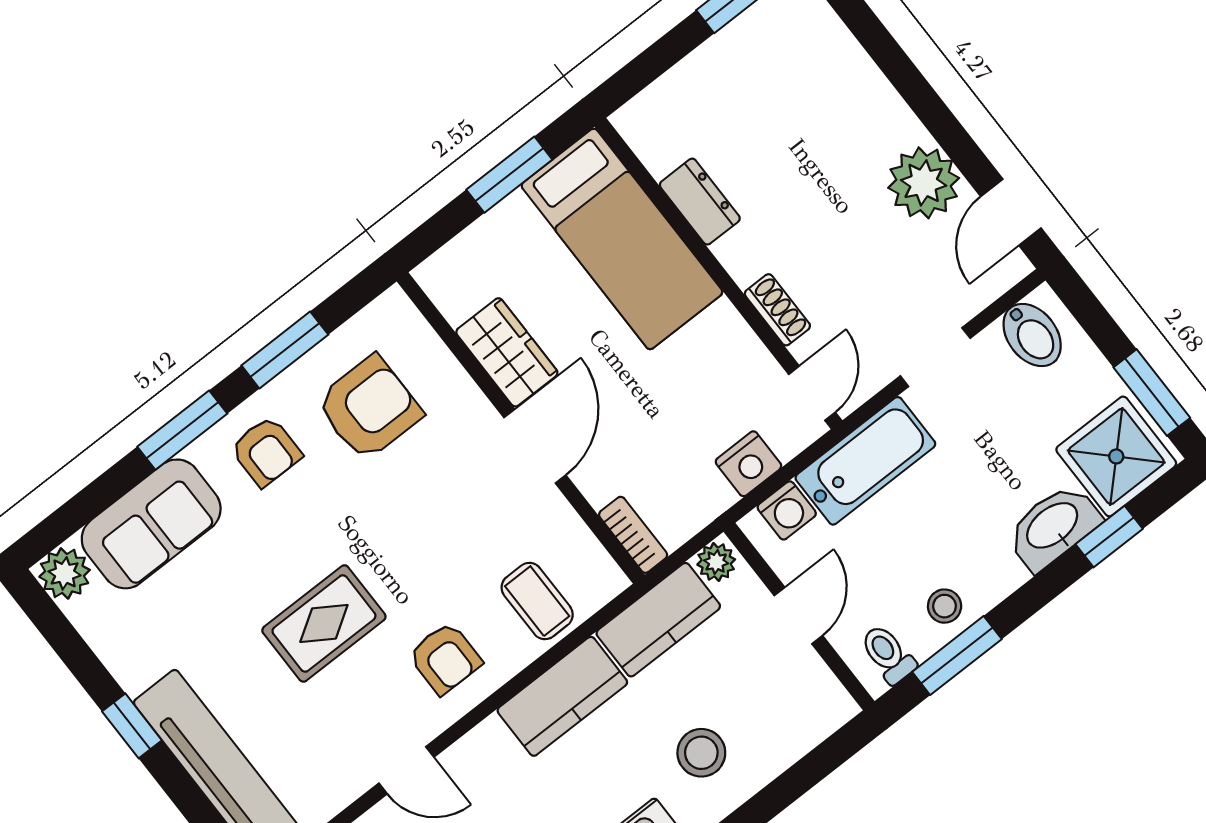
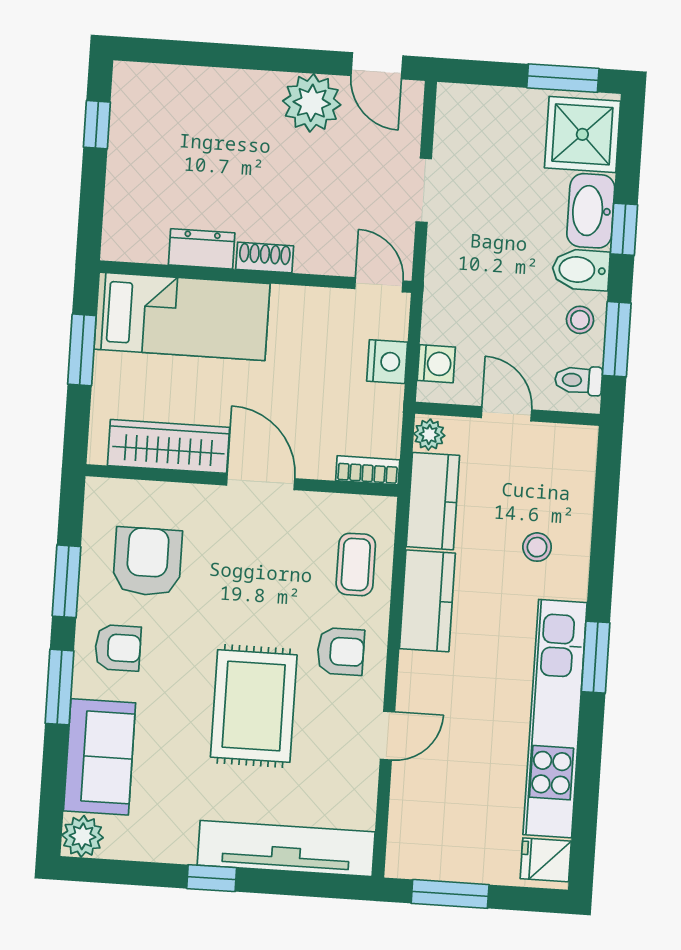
shoe rack: (777, 310) -> (265, 258), moved
bidet: (1032, 335) -> (581, 270), moved, turned 180
wardrobe: (507, 352) -> (169, 446), width x1.50
bathtub: (865, 461) -> (449, 289), removed
window: (1109, 537) -> (624, 229), moved
coffee table: (537, 601) -> (356, 564), turned 90
rug: (324, 623) -> (254, 706), width x1.36, depth x1.43
stool: (701, 753) -> (537, 547), width x0.73, depth x0.73

